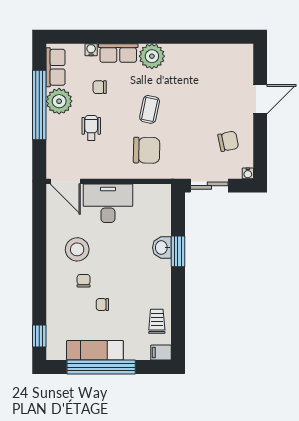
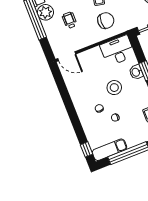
desk: (108, 203) -> (118, 51), moved
stool: (77, 249) -> (114, 88), moved
exam couch: (95, 350) -> (110, 150), moved

